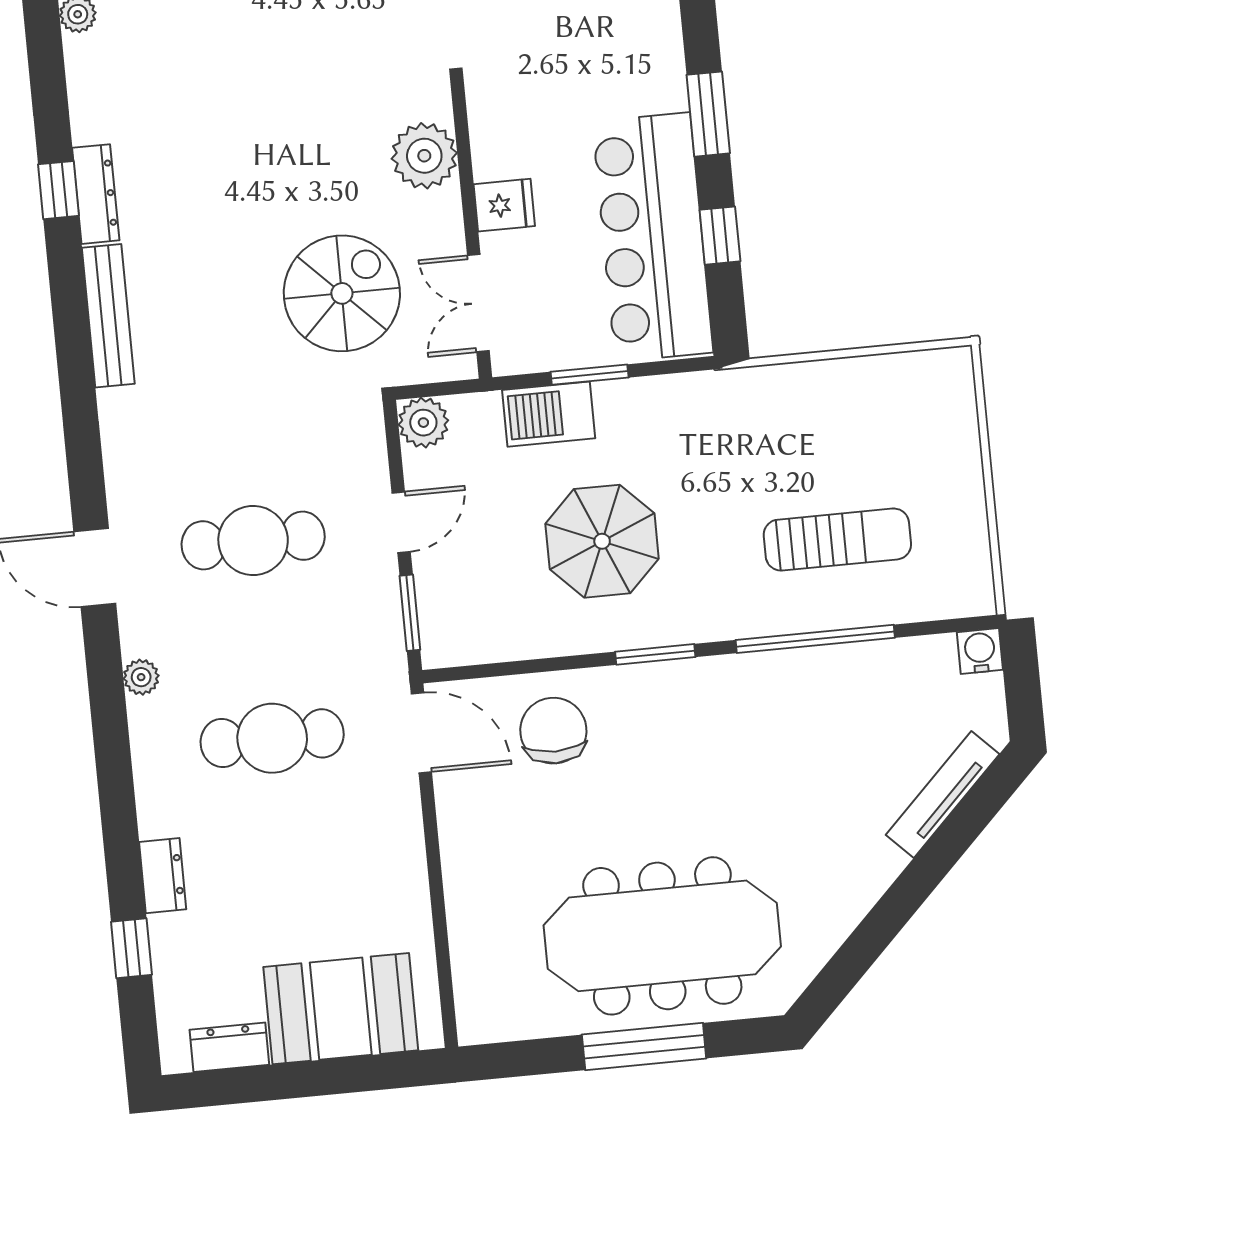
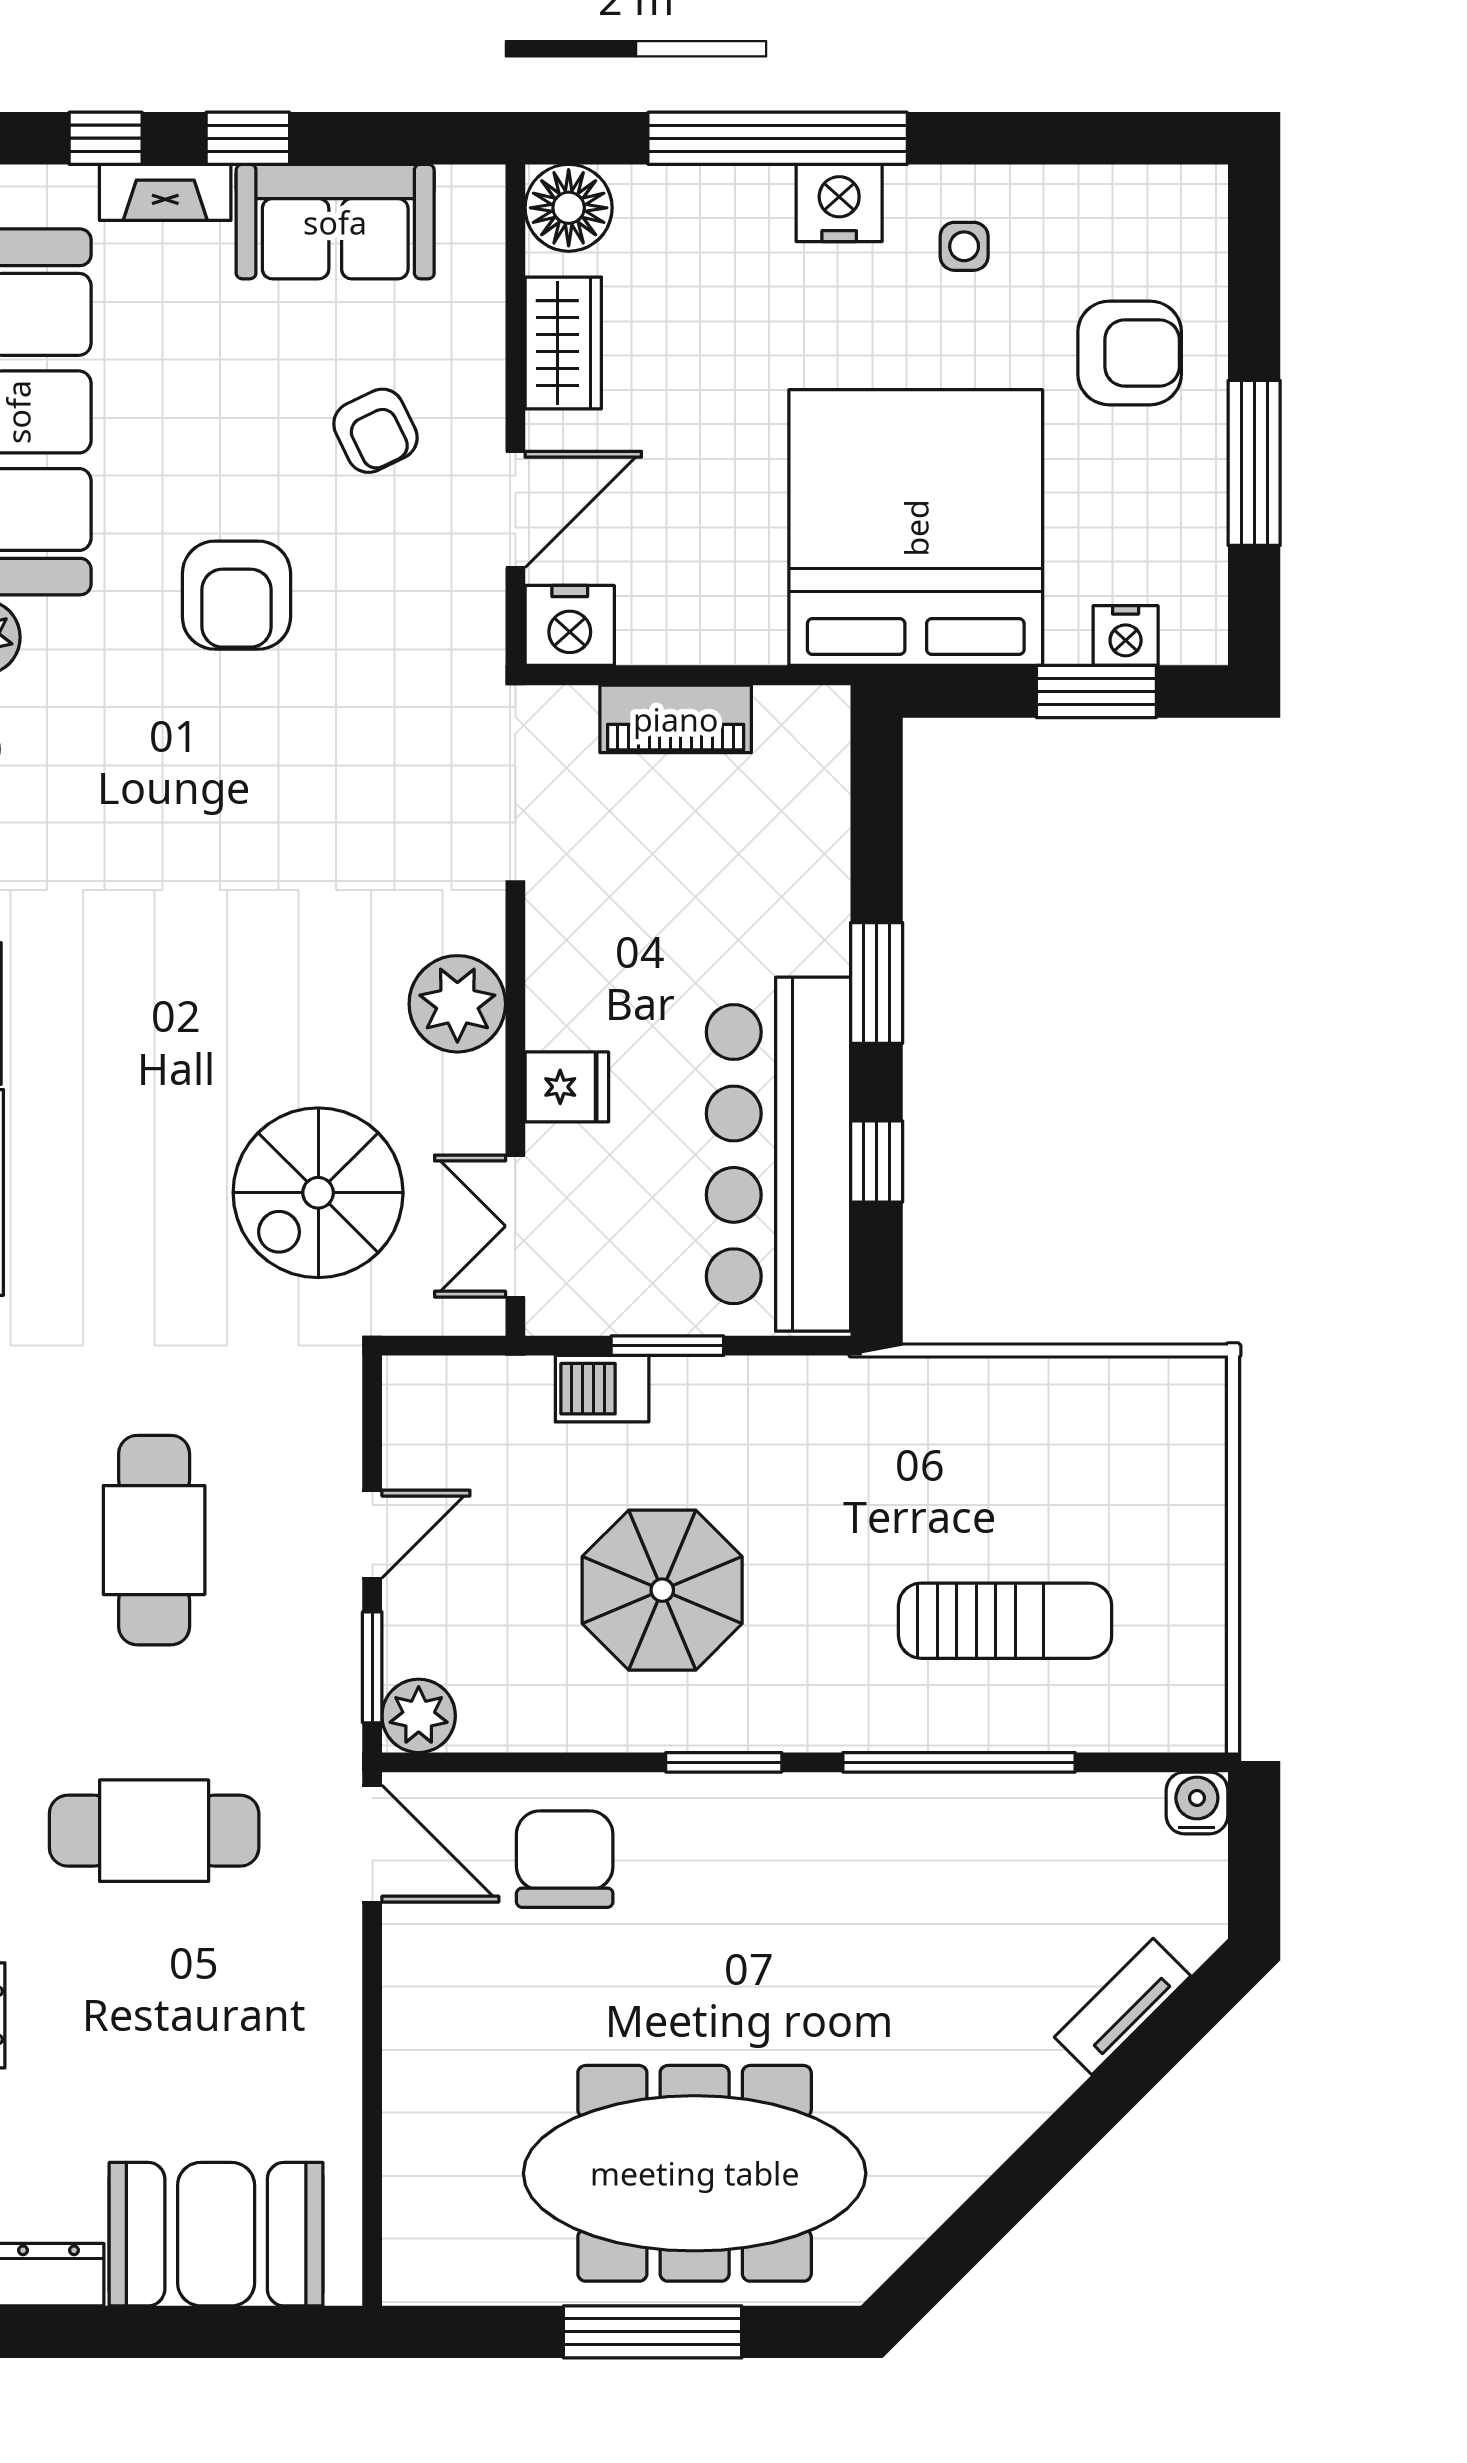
spiral stairs: (342, 293) -> (318, 1193), turned 180
barbecue: (549, 414) -> (602, 1389), width x0.73, depth x0.79
plant: (423, 423) -> (419, 1716), moved
cafe table: (253, 541) -> (154, 1540), turned 90
tv unit: (943, 794) -> (1123, 2007), width x0.71

